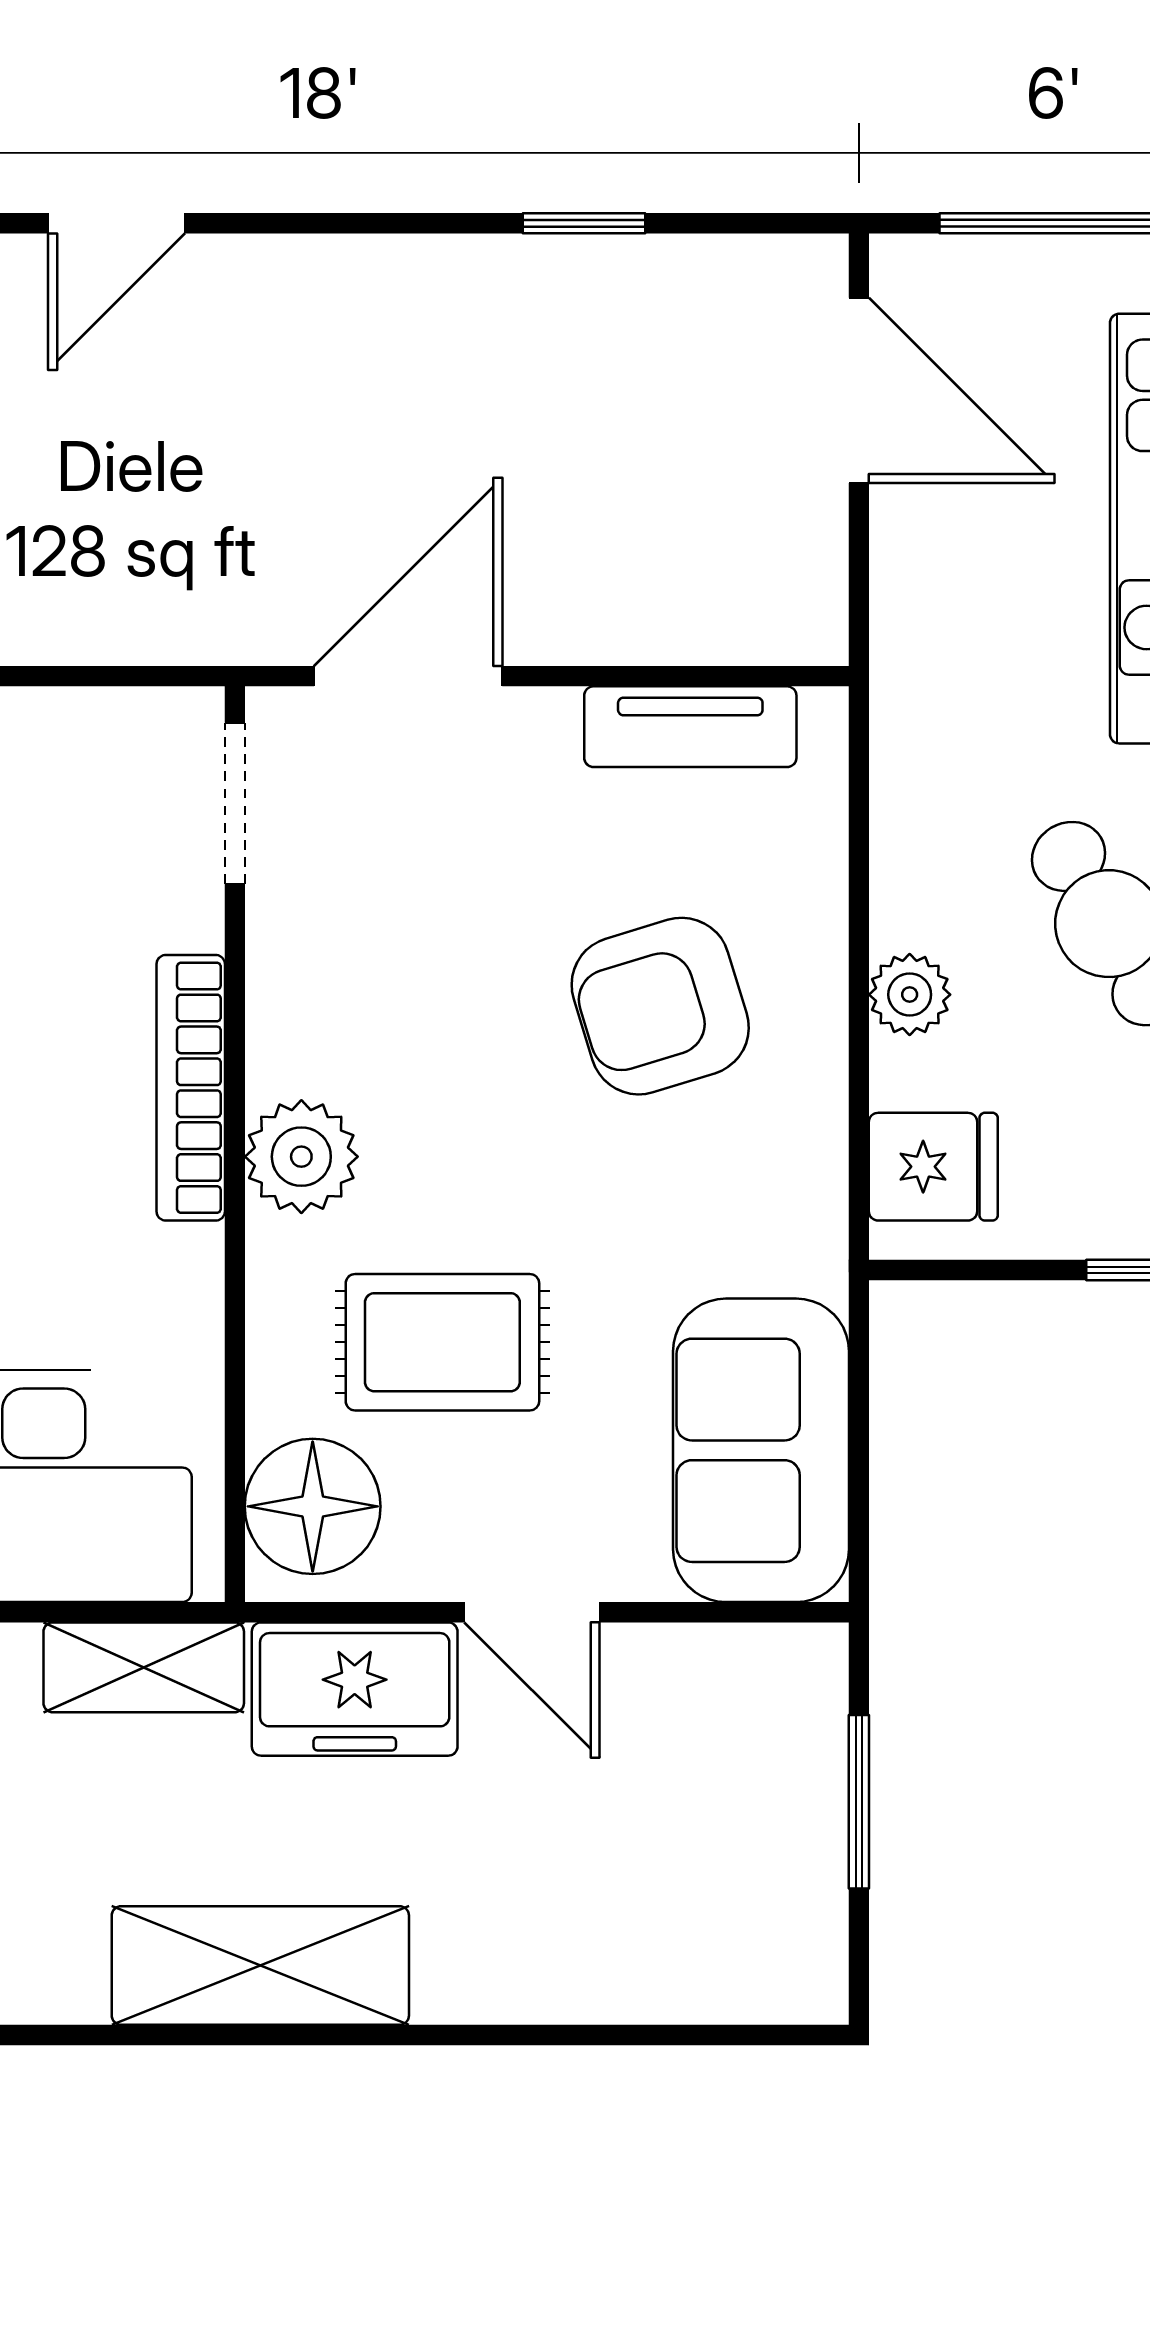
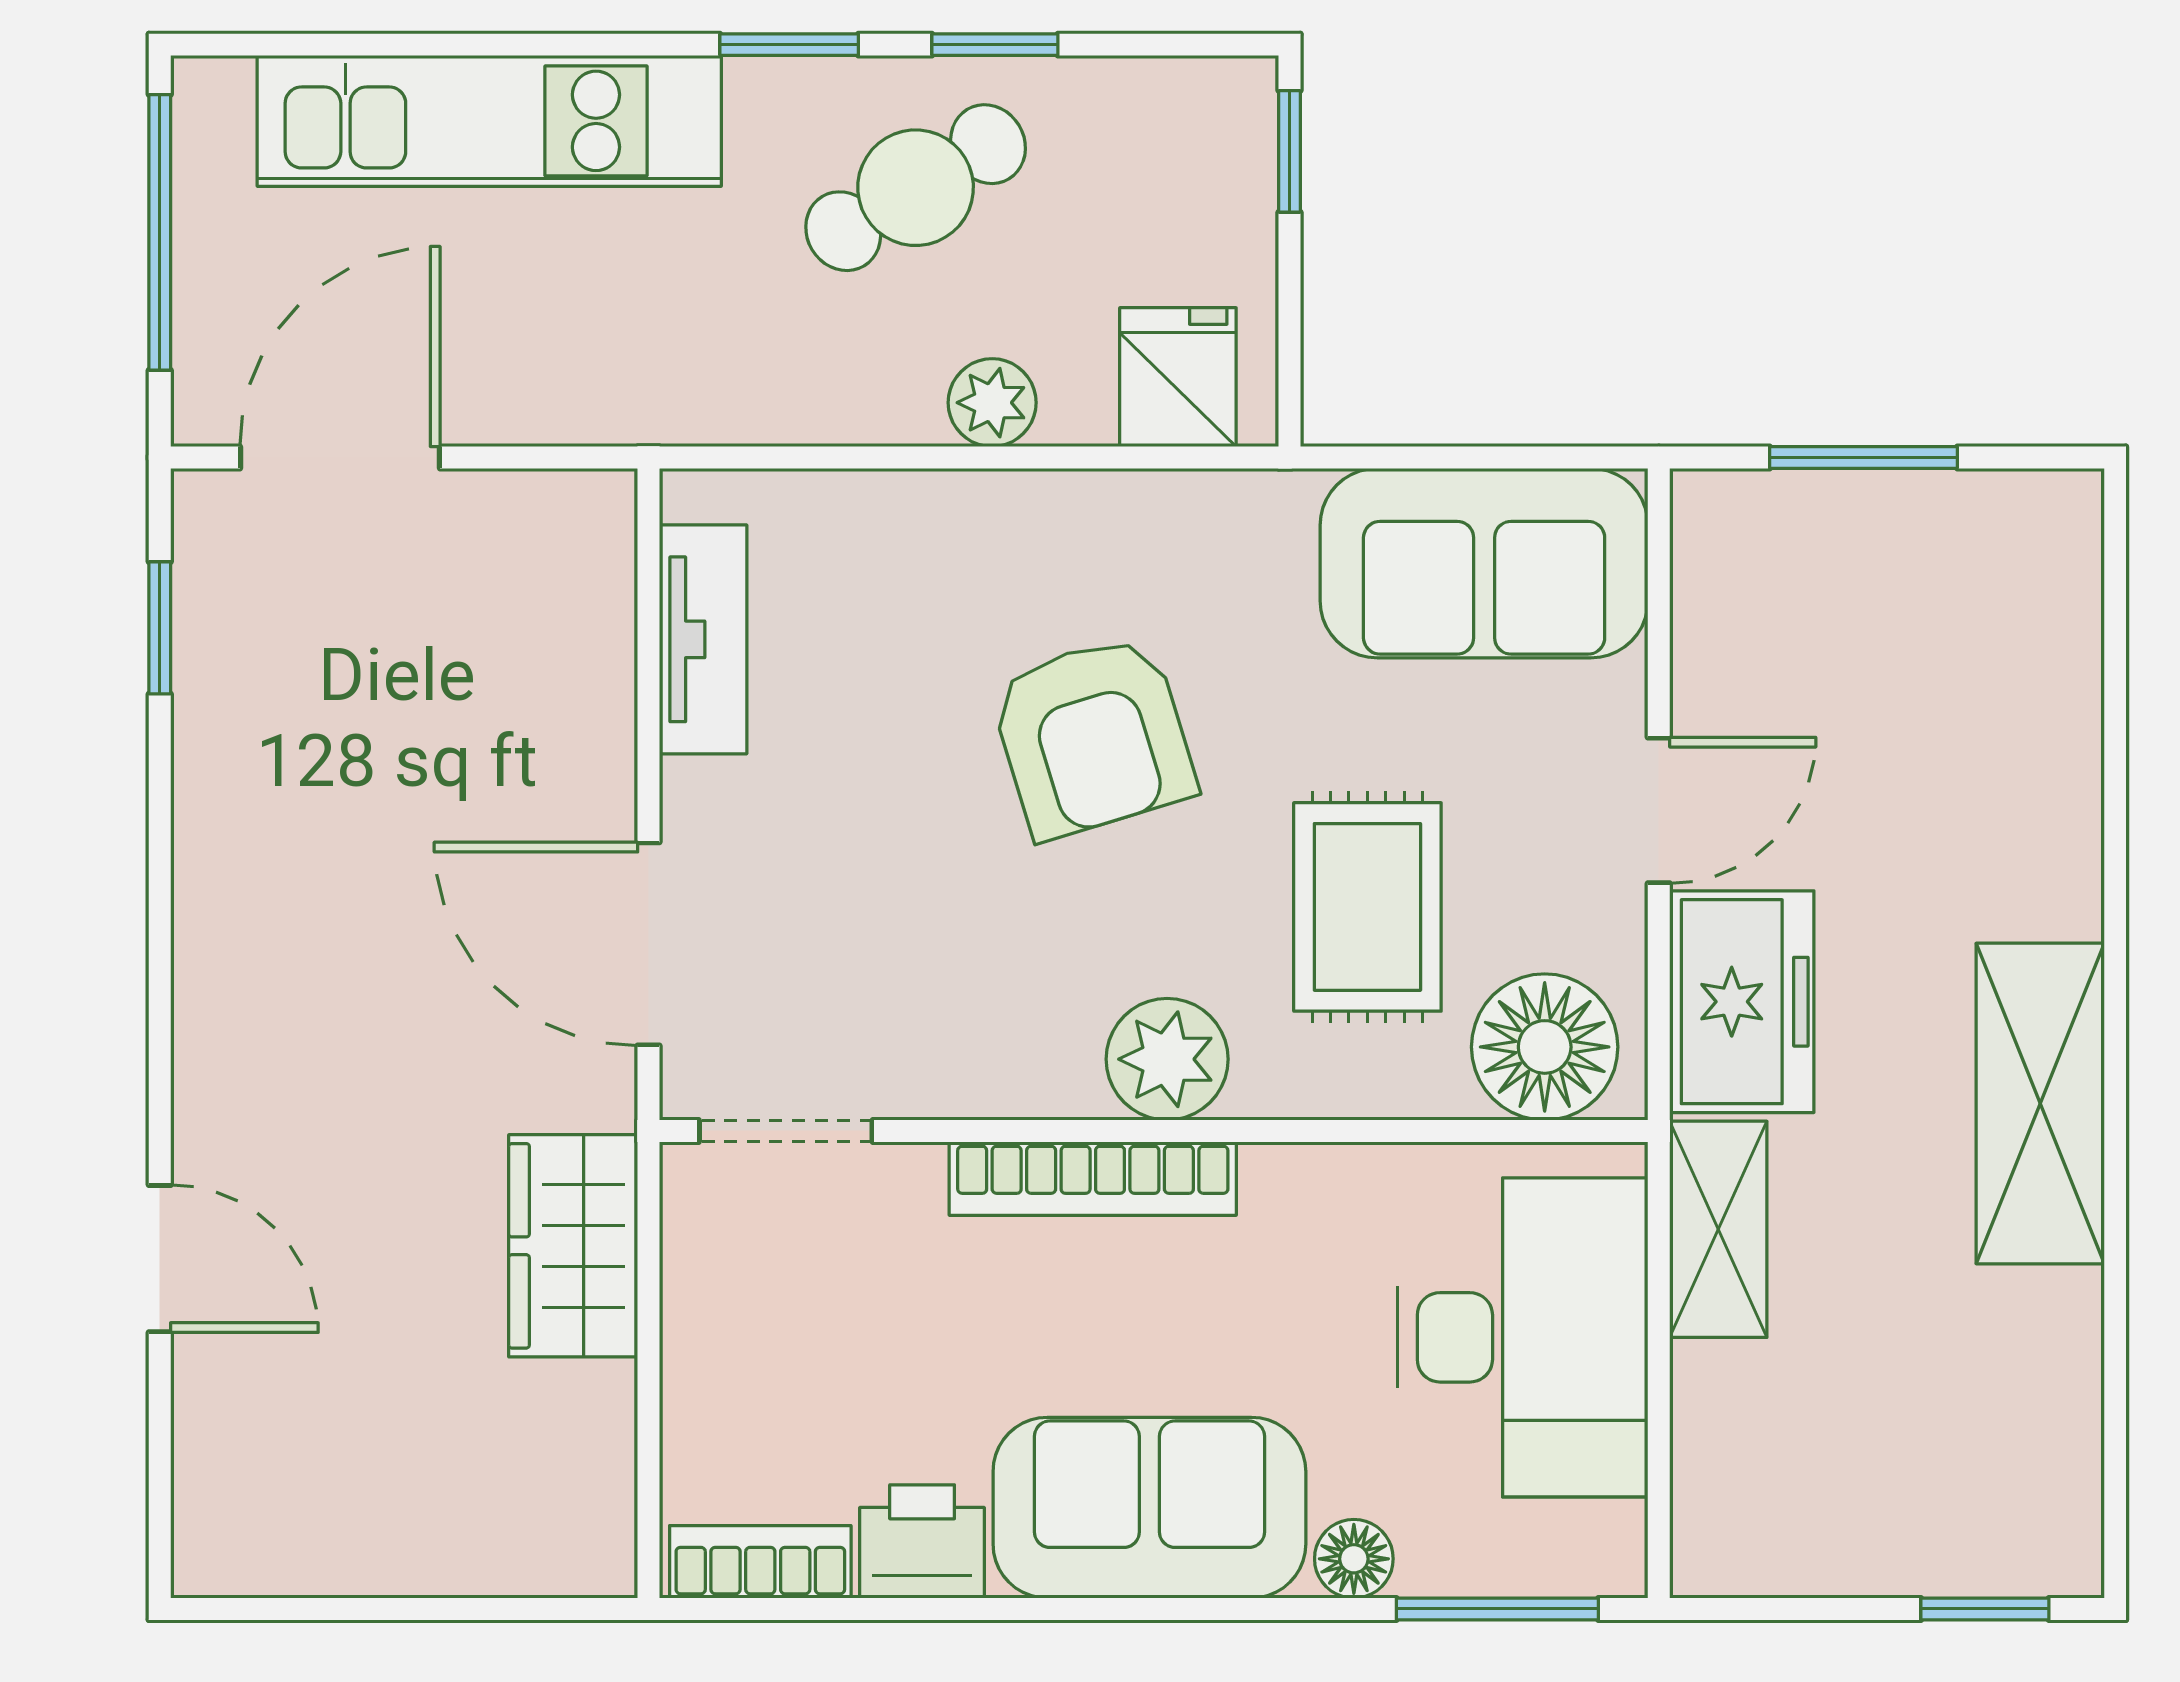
window: (584, 223) -> (160, 628), moved
wardrobe: (128, 606) -> (573, 1246), added
armchair: (660, 1006) -> (1093, 736), moved

